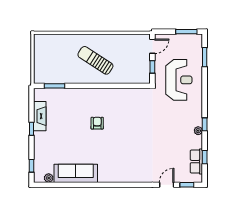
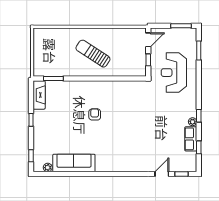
reception desk: (179, 80) -> (174, 73), turned 180
fireplace: (40, 116) -> (39, 95), moved
row of seats: (196, 162) -> (191, 139), moved

